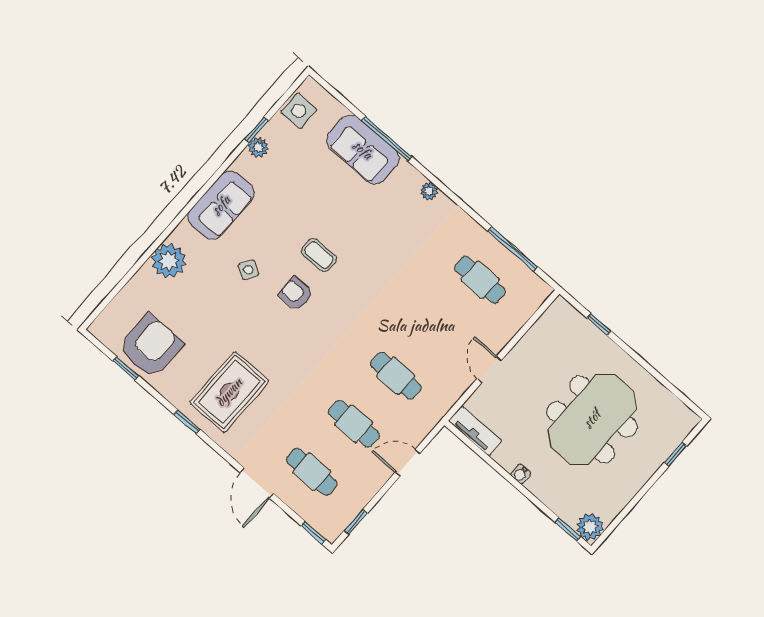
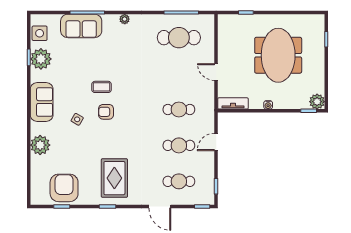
plant: (258, 147) -> (41, 59), width x1.88, depth x1.88
cafe table: (480, 280) -> (179, 38), width x1.37, depth x1.35

